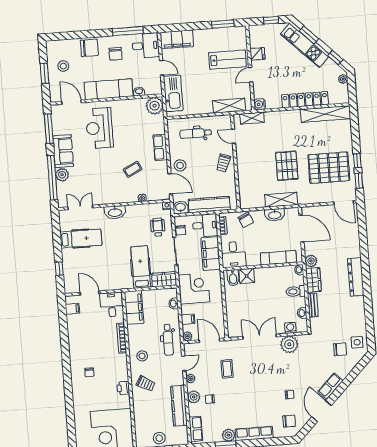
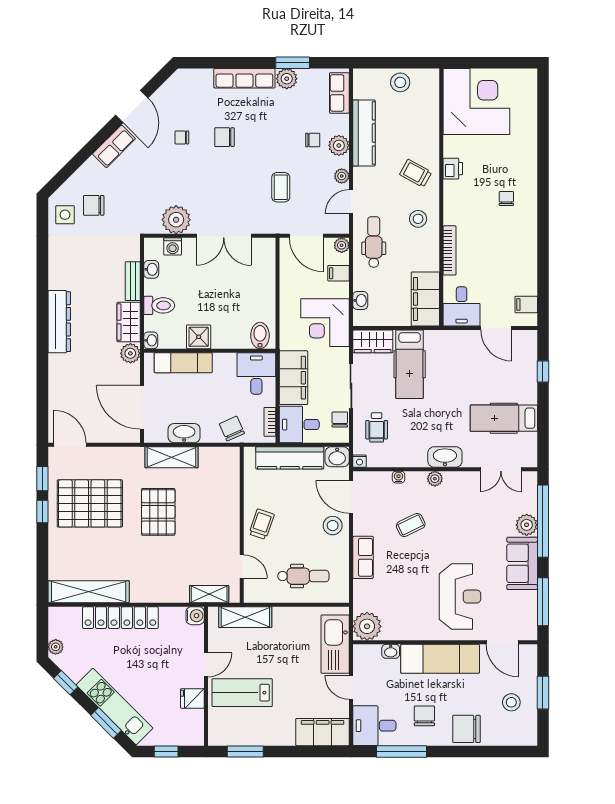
plant: (120, 199) -> (435, 479), added
shower: (247, 276) -> (199, 337), moved
chair: (289, 421) -> (224, 137), moved

